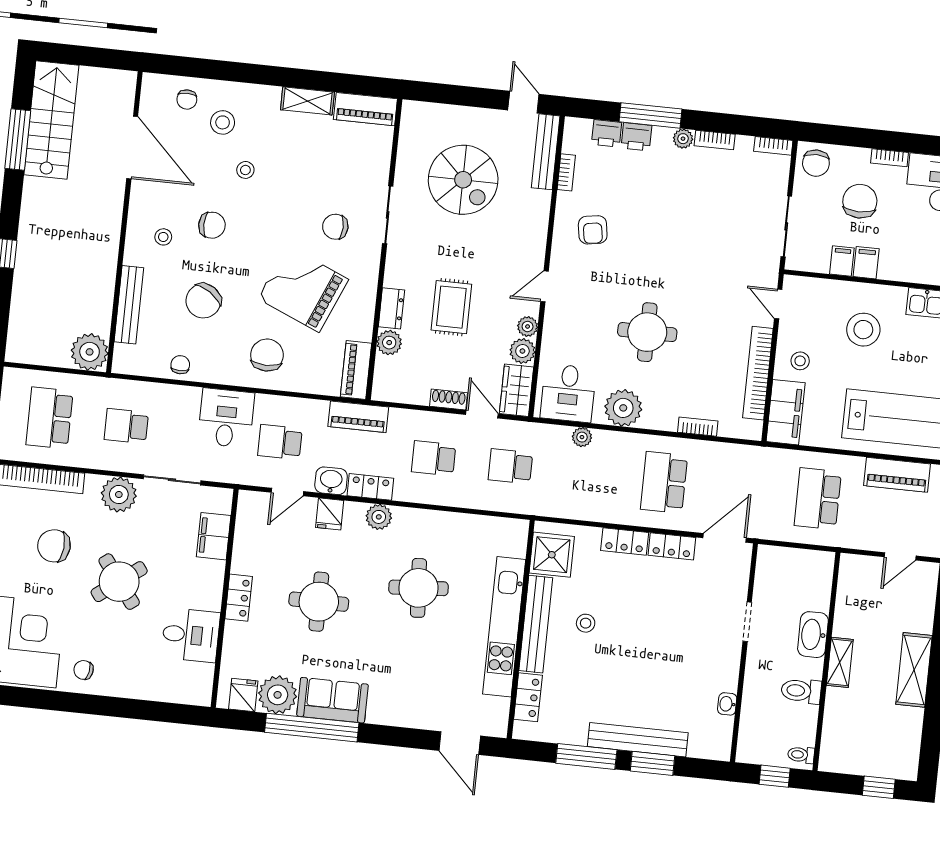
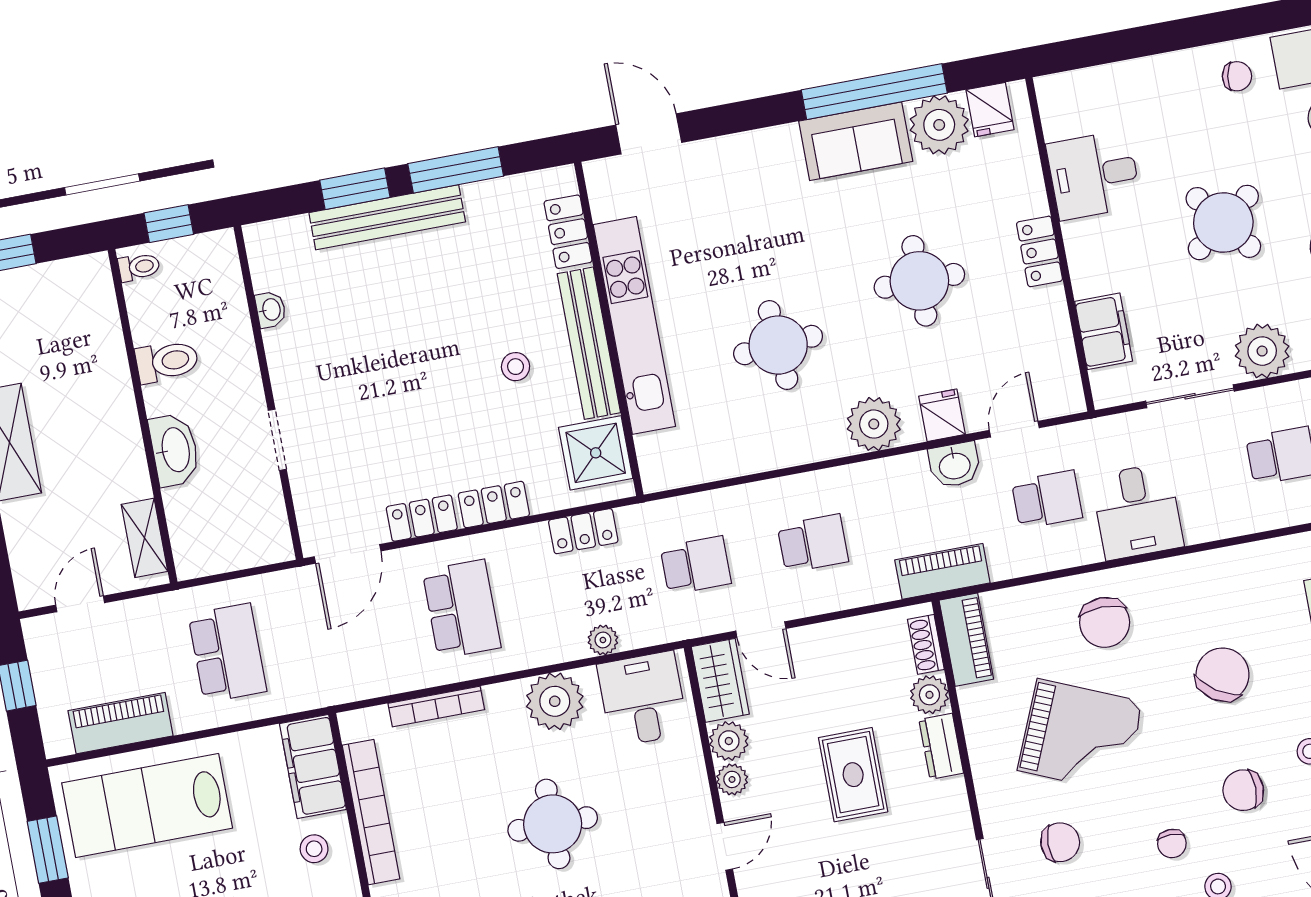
chair: (180, 365) -> (1172, 844), moved
shoe rack: (449, 399) -> (926, 644), moved, turned 90
bookcase: (698, 427) -> (436, 706), width x1.56
locker: (370, 487) -> (583, 531), moved
plant: (379, 517) -> (874, 424), width x1.36, depth x1.36
shelving: (840, 662) -> (145, 538), moved

